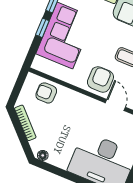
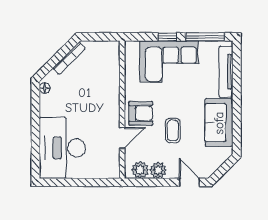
armchair: (46, 93) -> (106, 67), removed

